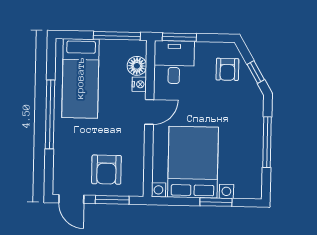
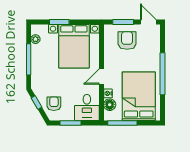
window: (179, 37) -> (70, 123), moved
bed: (80, 78) -> (139, 96), width x1.50
plant: (255, 175) -> (35, 39), added

